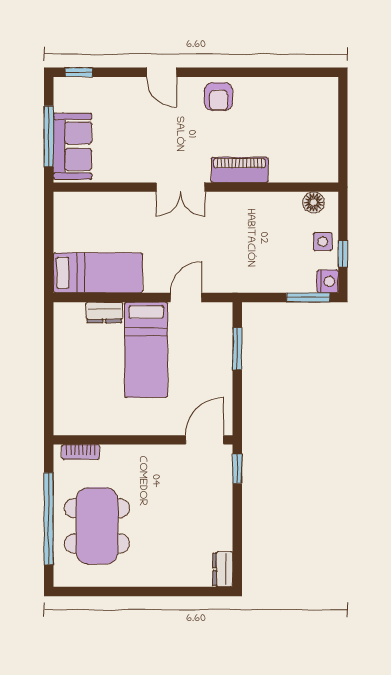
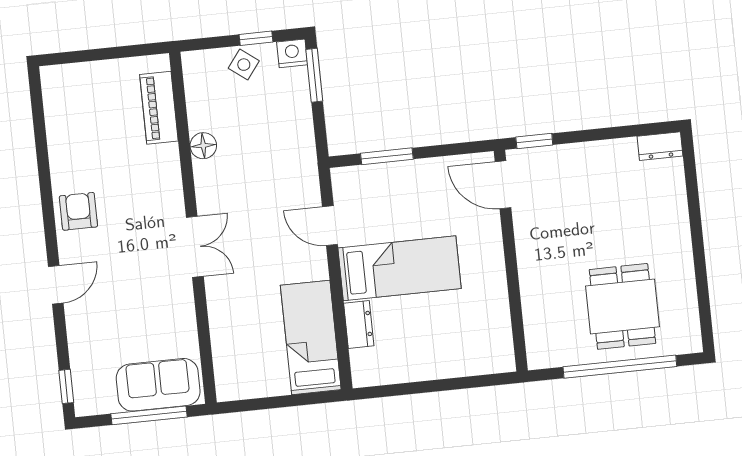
armchair: (219, 97) -> (78, 211), turned -90
piano: (240, 170) -> (159, 108), moved
floor lamp: (314, 202) -> (203, 146), moved
side table: (323, 242) -> (244, 65), turned 37
bookcase: (81, 452) -> (534, 336), removed
dining table: (97, 526) -> (623, 306), width x0.73

